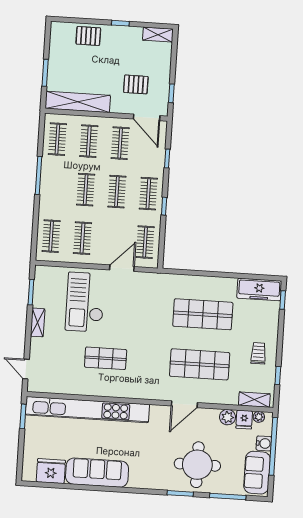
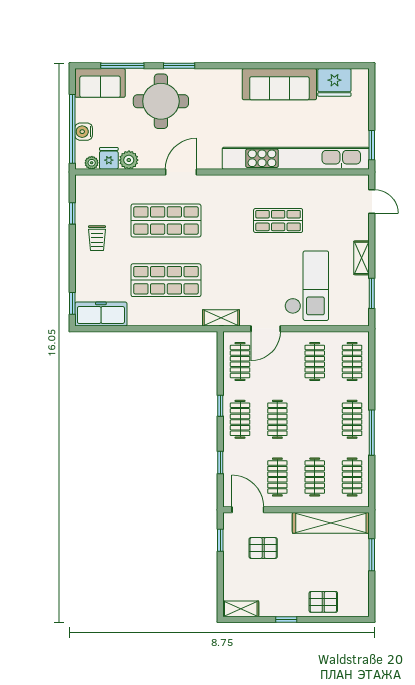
clothes rail: (86, 190) -> (352, 419), moved
shelving: (254, 400) -> (221, 318), moved
sofa: (257, 473) -> (100, 83), moved, turned 90

